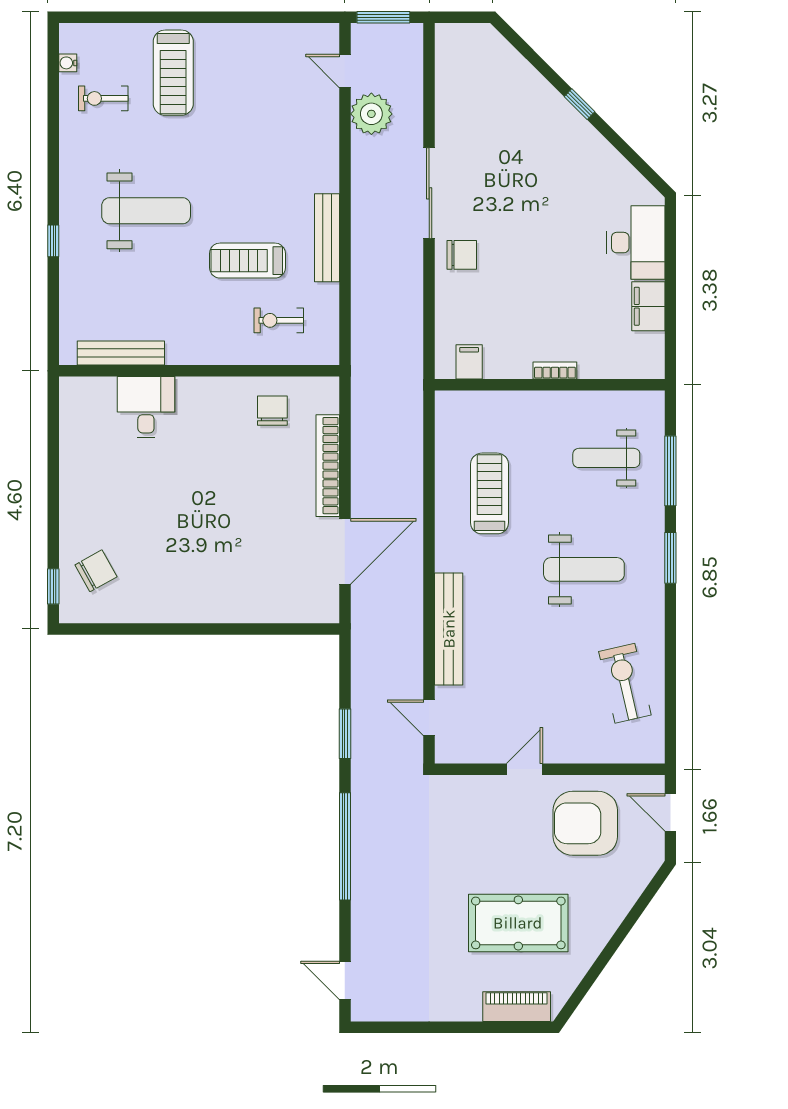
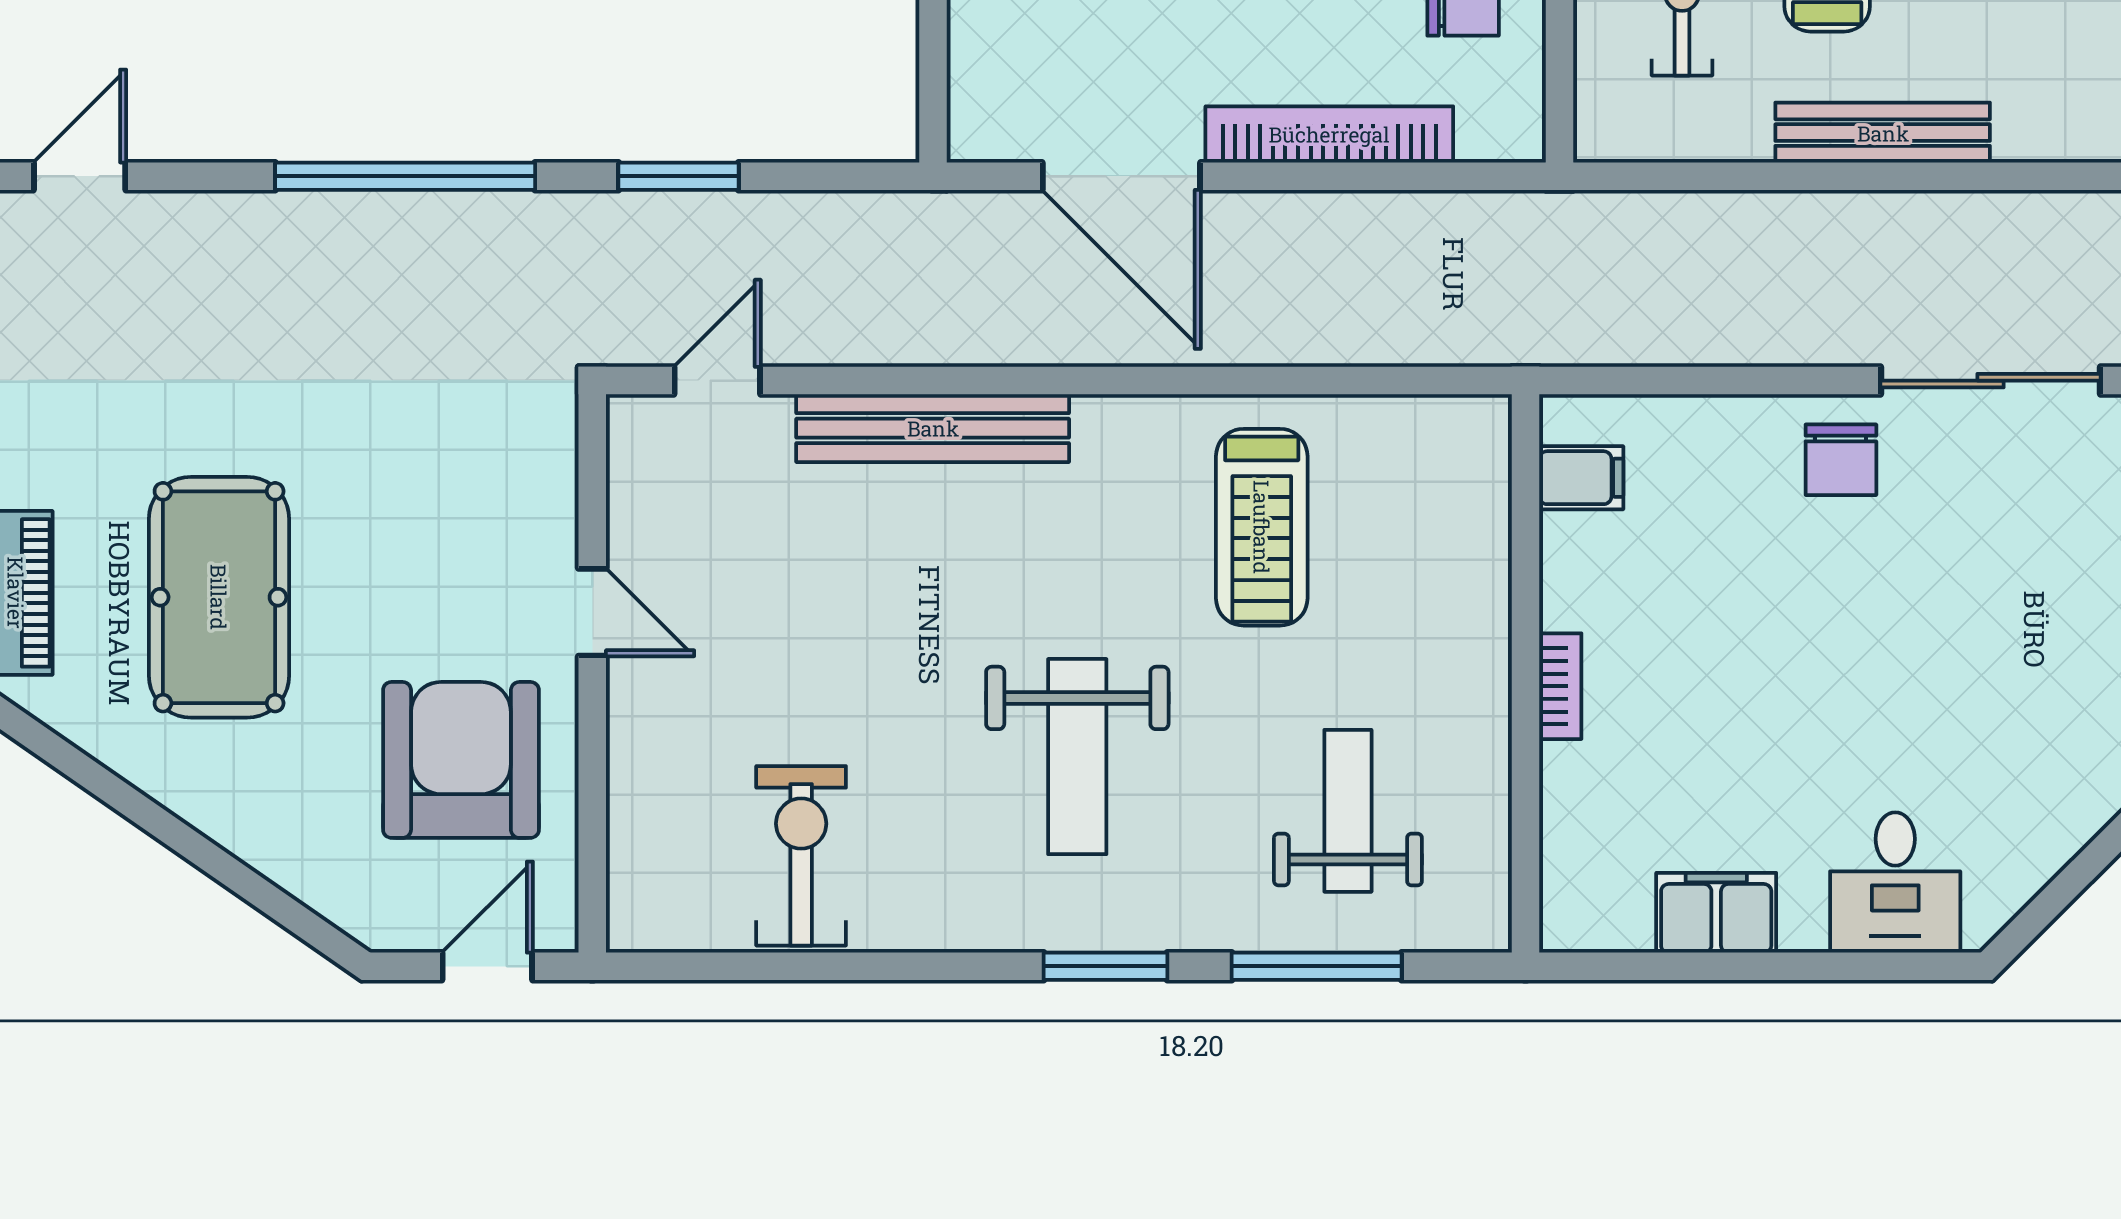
desk: (636, 243) -> (1895, 883), width x0.73
treadmill: (489, 493) -> (1262, 527), turned 90
exercise bike: (625, 683) -> (801, 856), turned -77

